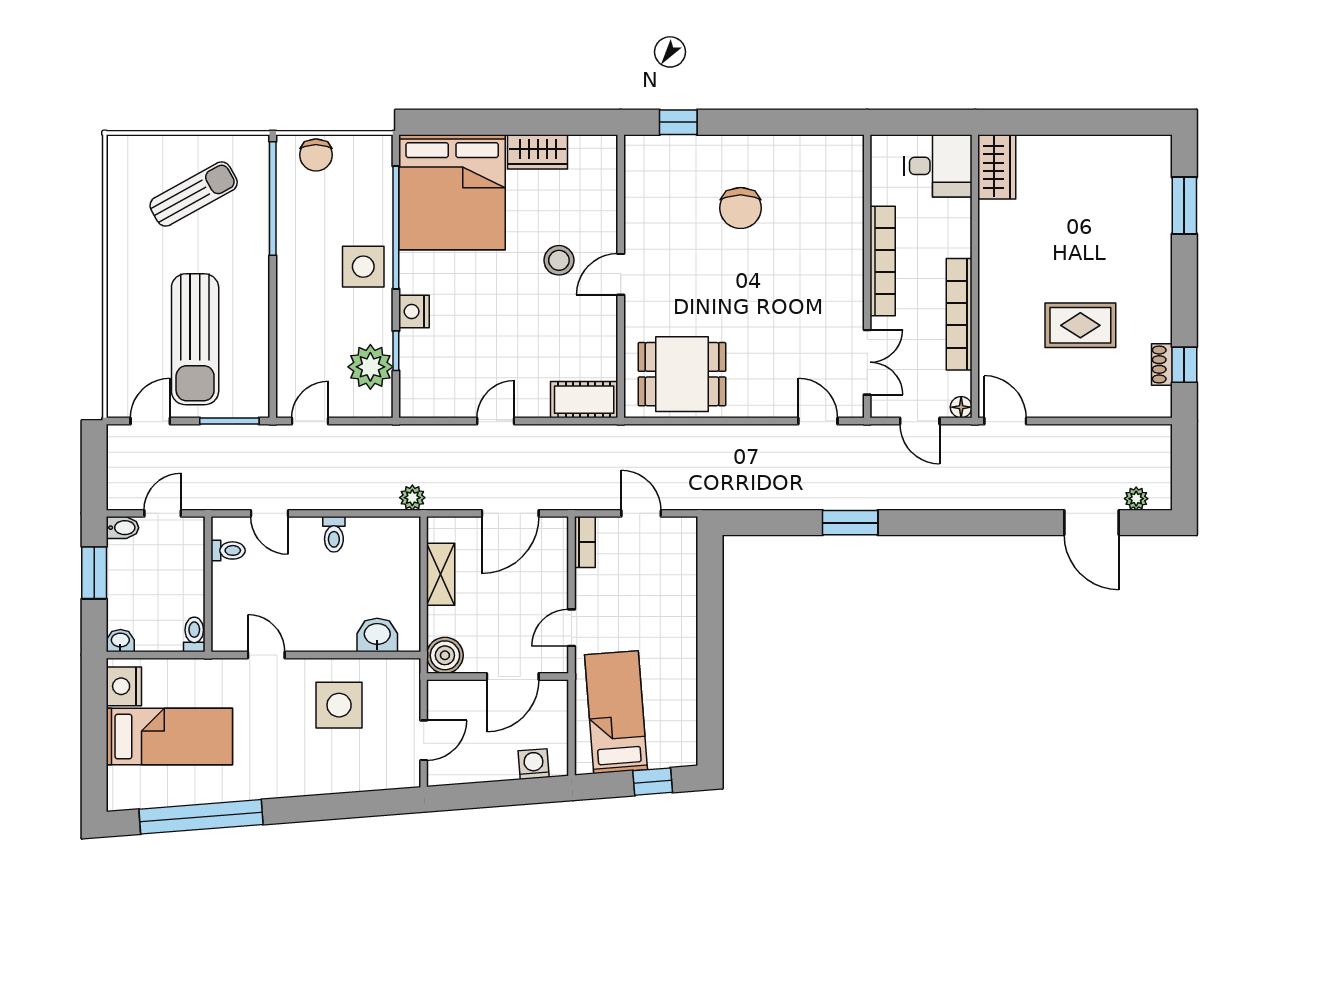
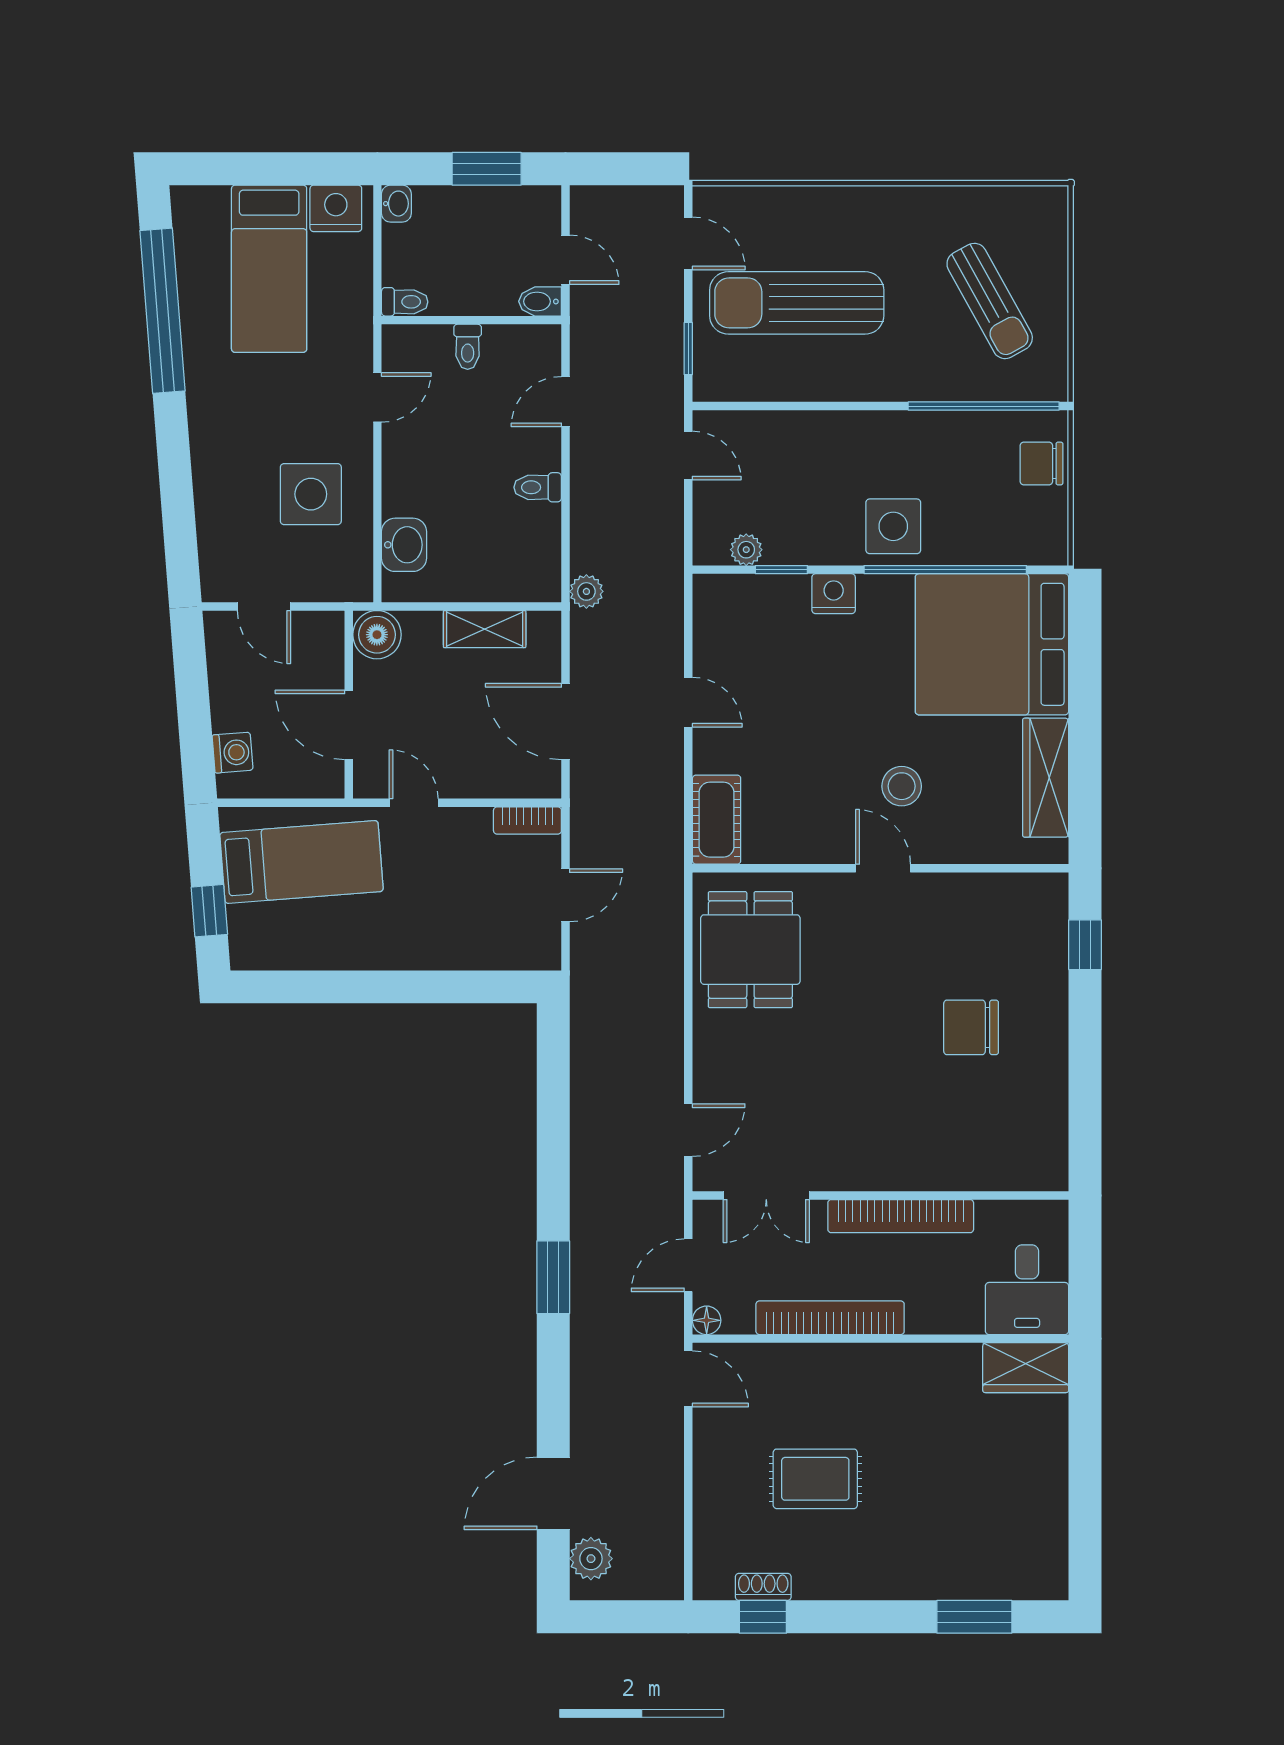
wardrobe: (538, 152) -> (1046, 778), width x1.50
rug: (1080, 325) -> (815, 1479), turned 90
plant: (370, 367) -> (746, 550), width x0.53, depth x0.53
window: (229, 421) -> (688, 349), width x0.67
door: (1005, 421) -> (688, 1379), hinge flipped
plant: (1136, 499) -> (591, 1559), width x1.38, depth x1.38
window: (850, 523) -> (553, 1277), moved
bidet: (123, 528) -> (540, 301), moved, turned 90
toilet: (228, 550) -> (468, 347), moved

